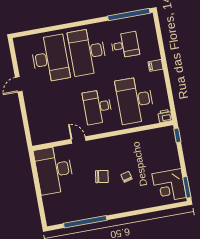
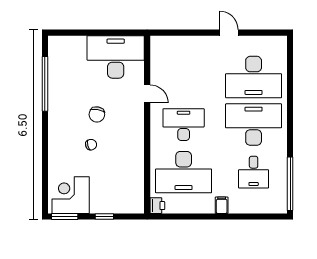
desk: (135, 100) -> (184, 172), turned 180
window: (177, 135) -> (104, 216), moved
door: (79, 140) -> (147, 94), hinge flipped

